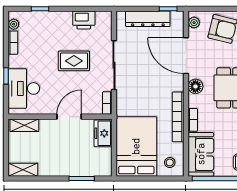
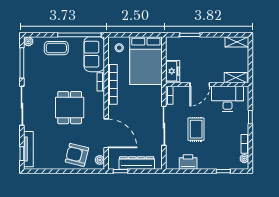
rug: (74, 61) -> (196, 129), turned 90
floor lamp: (195, 86) -> (99, 109), removed
desk: (24, 88) -> (228, 99), moved, turned -90

